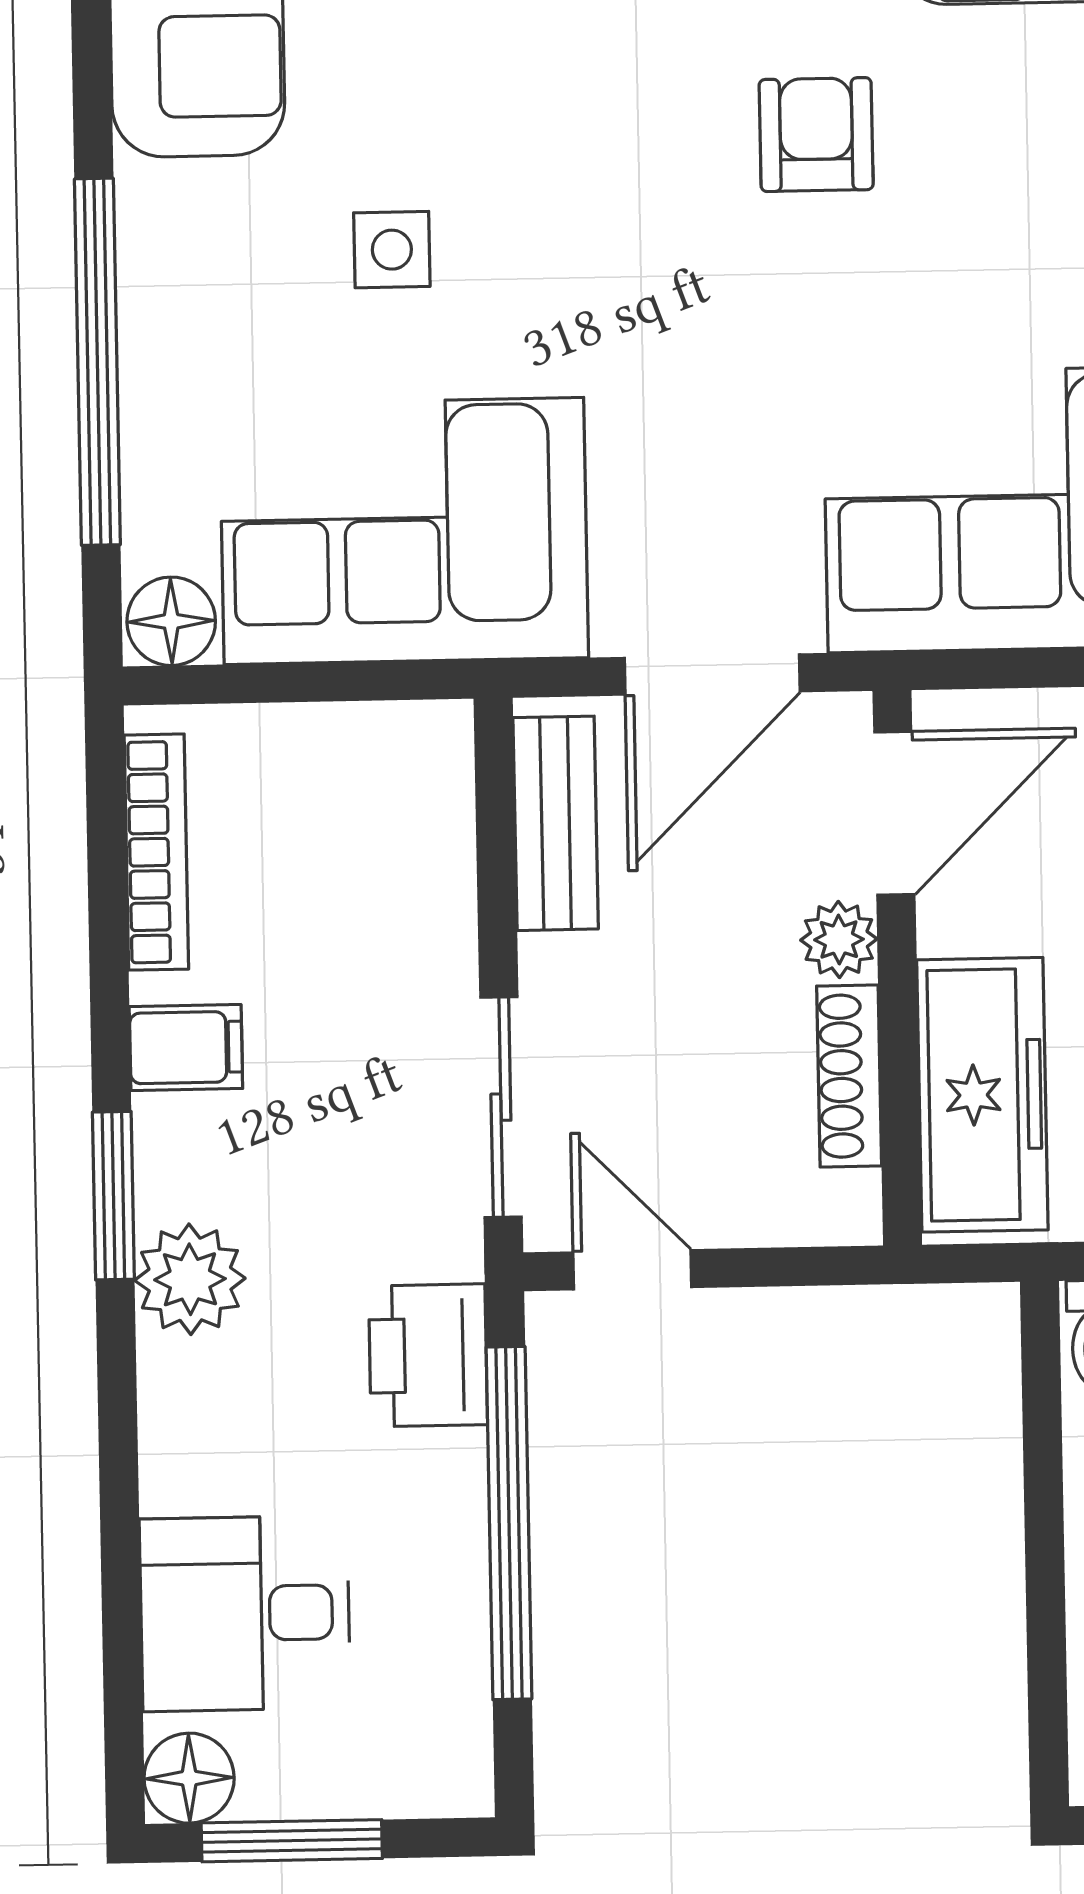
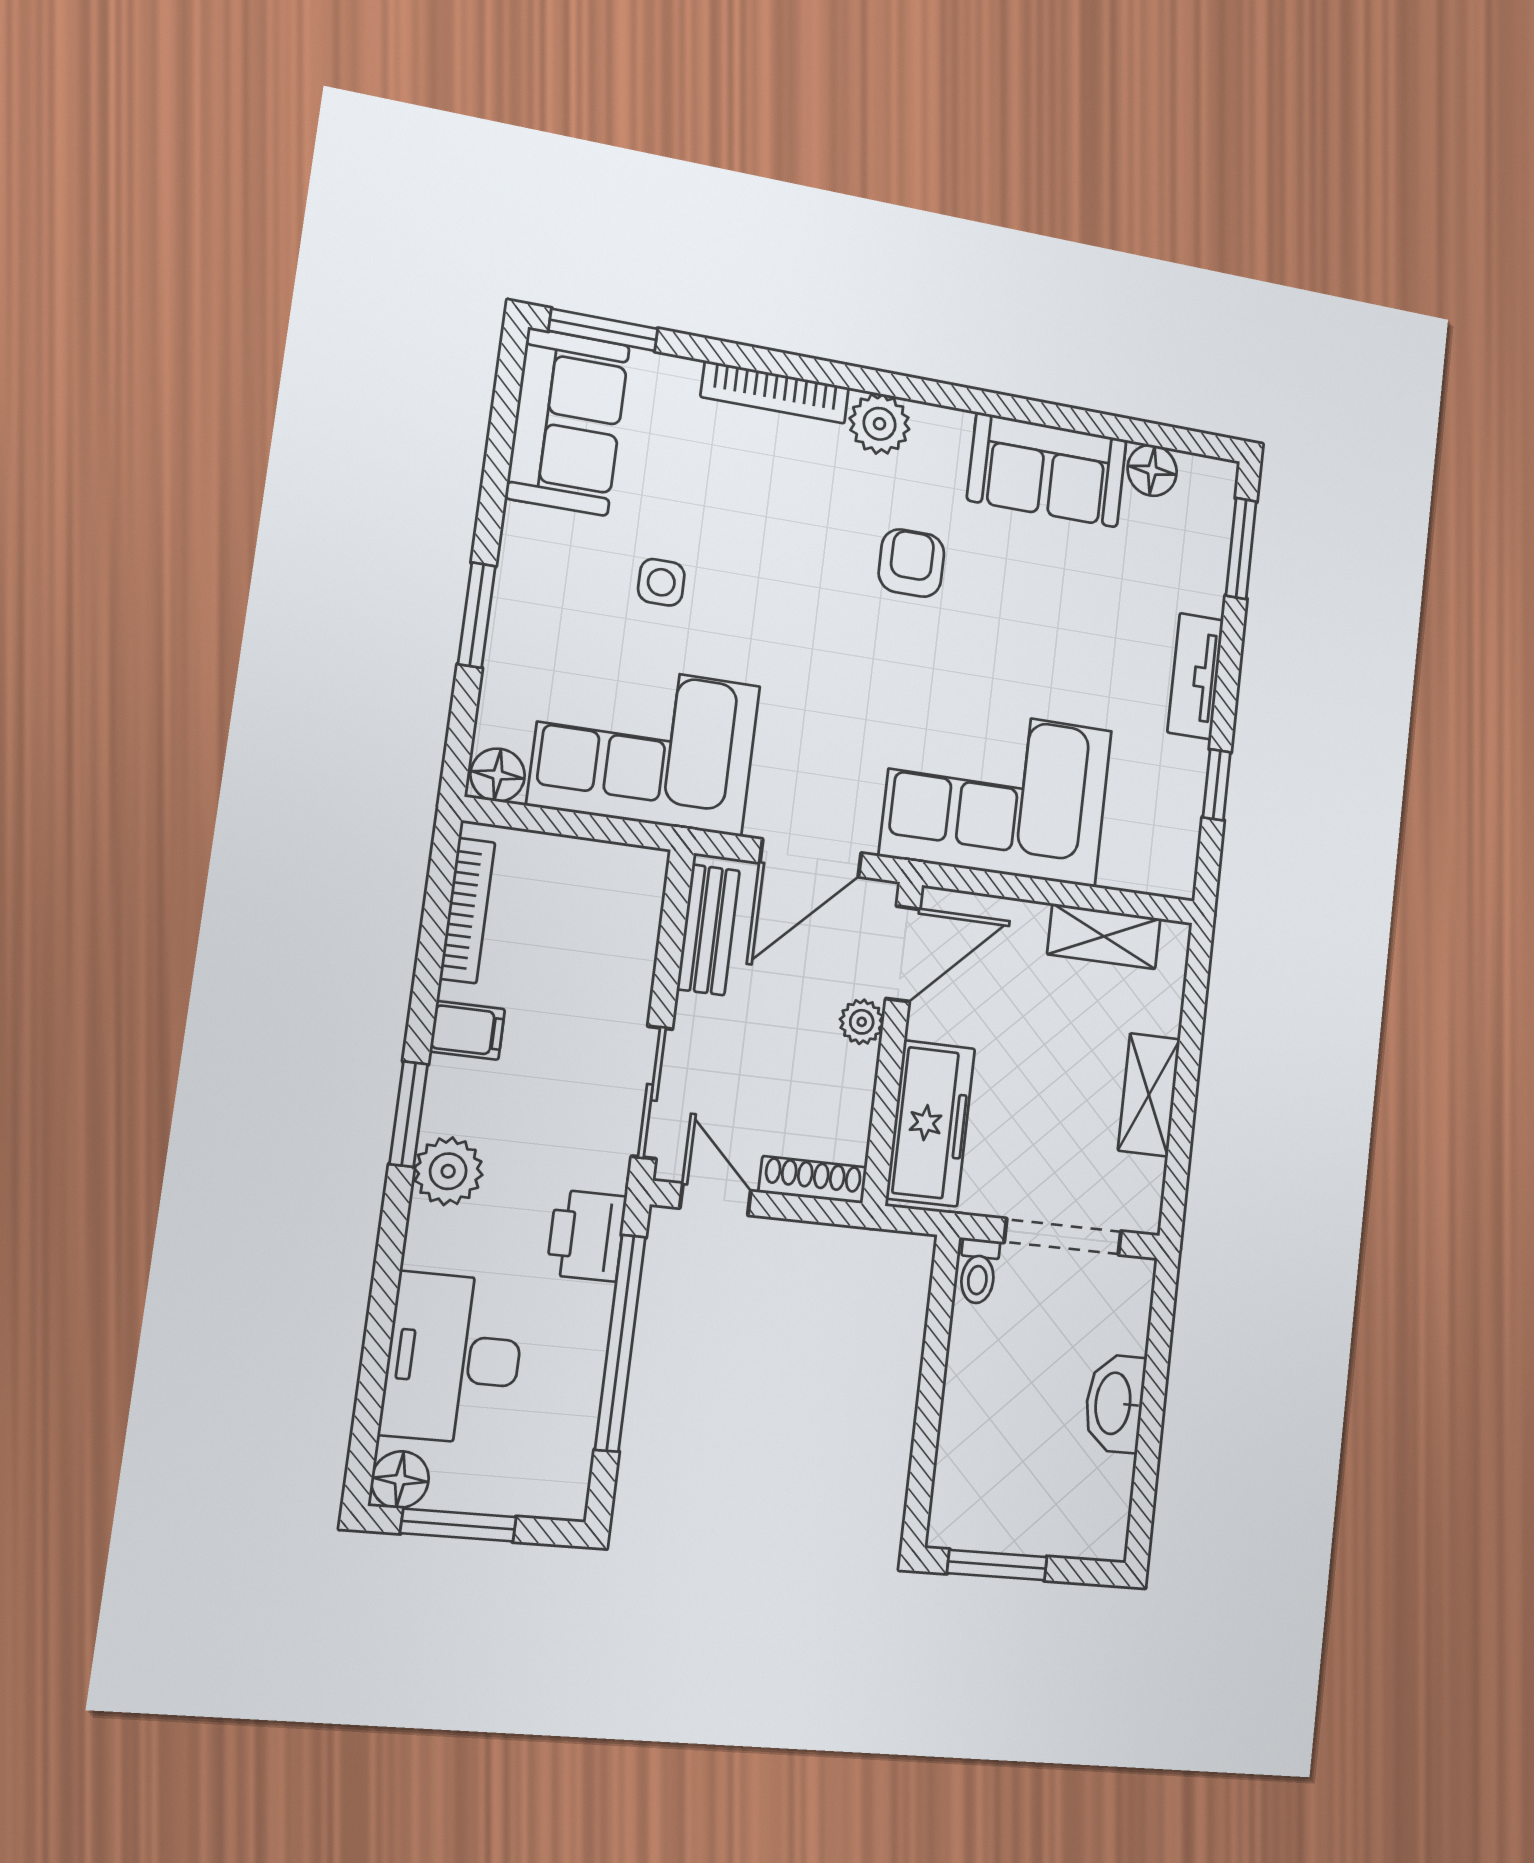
window: (97, 362) -> (477, 615), width x0.47
shoe rack: (849, 1076) -> (813, 1180), moved, turned 90
desk: (245, 1613) -> (454, 1358), width x1.37

